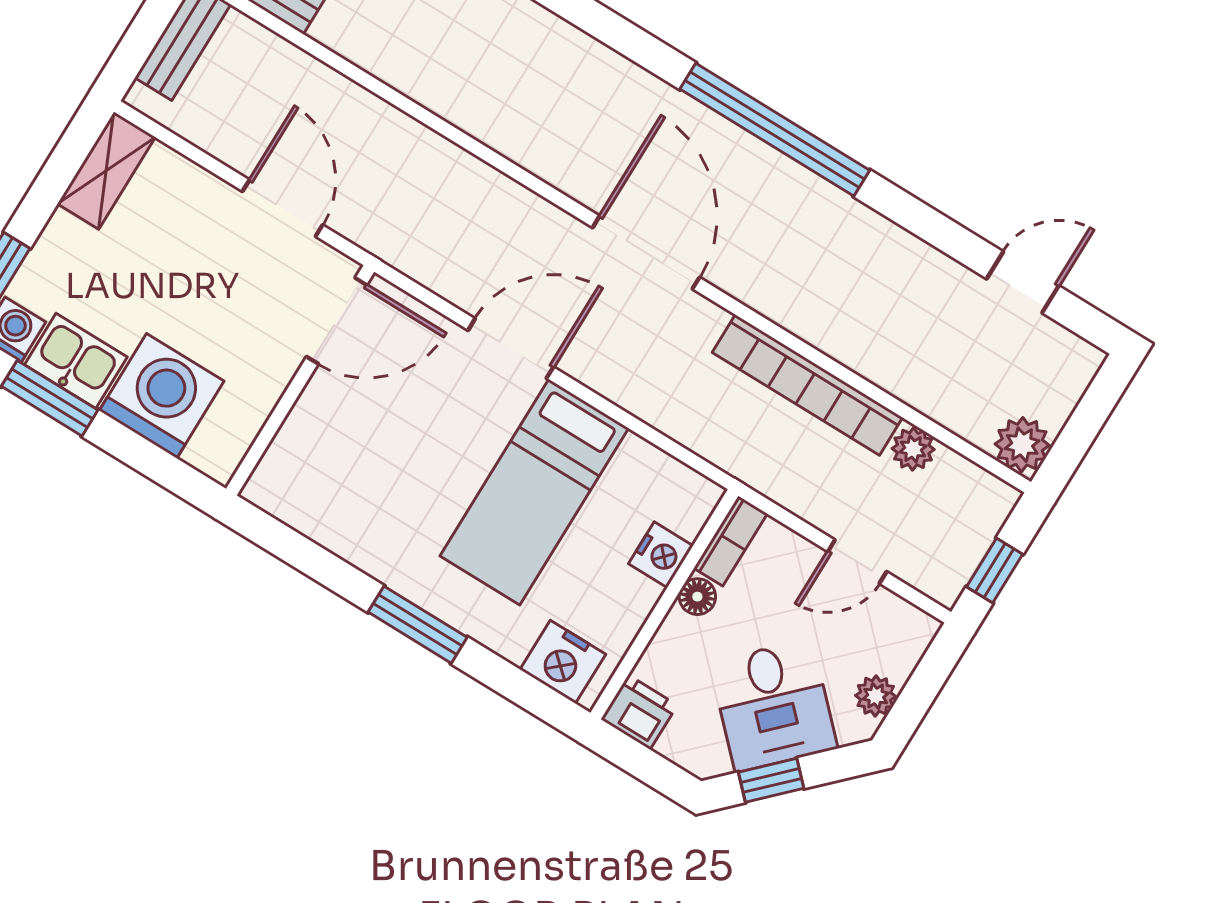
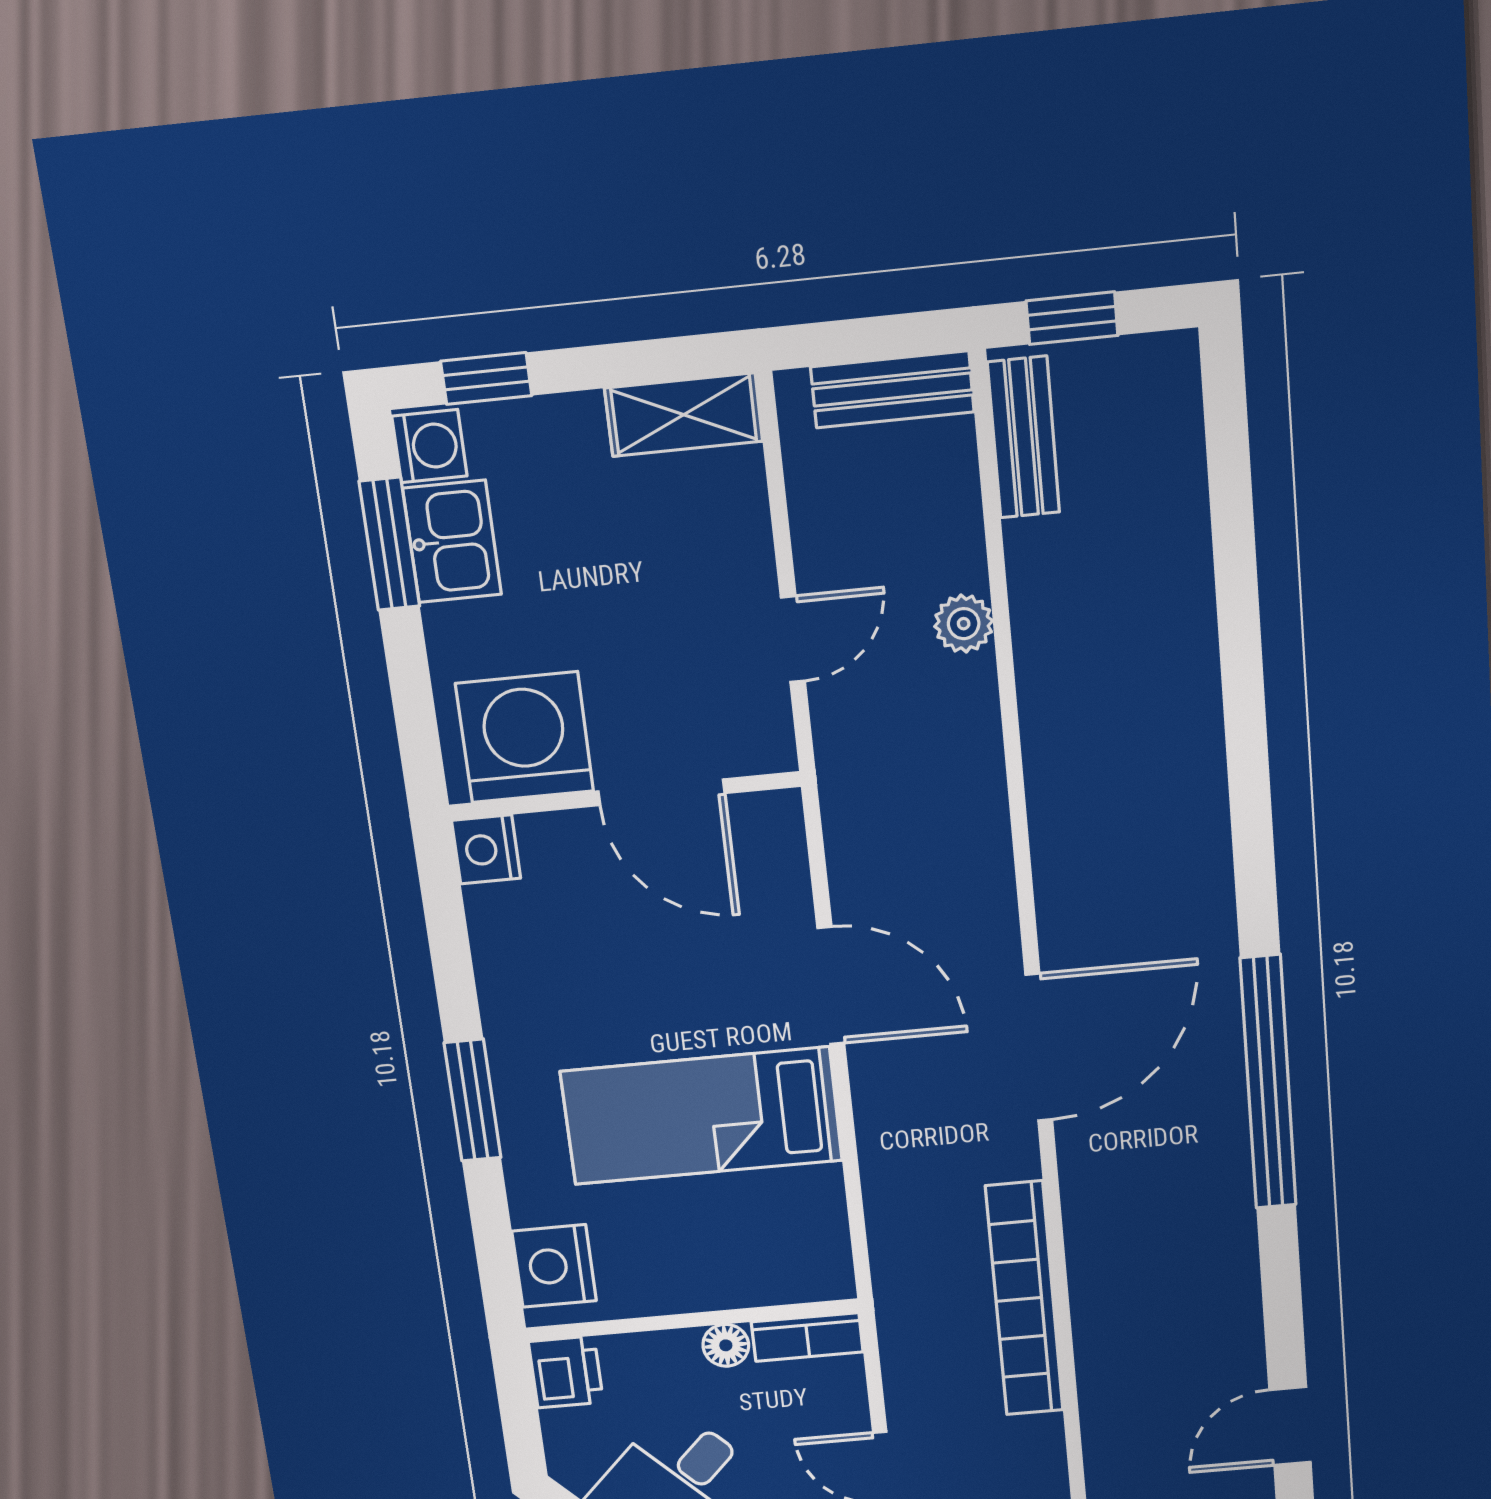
door: (283, 208) -> (793, 639), width x0.73
door: (1023, 282) -> (1290, 1426), swing flipped
door: (337, 321) -> (661, 792), moved
washing machine: (162, 396) -> (525, 737), moved, turned -90
plant: (913, 449) -> (964, 624), moved
nightstand: (661, 555) -> (486, 849), moved, turned 90

